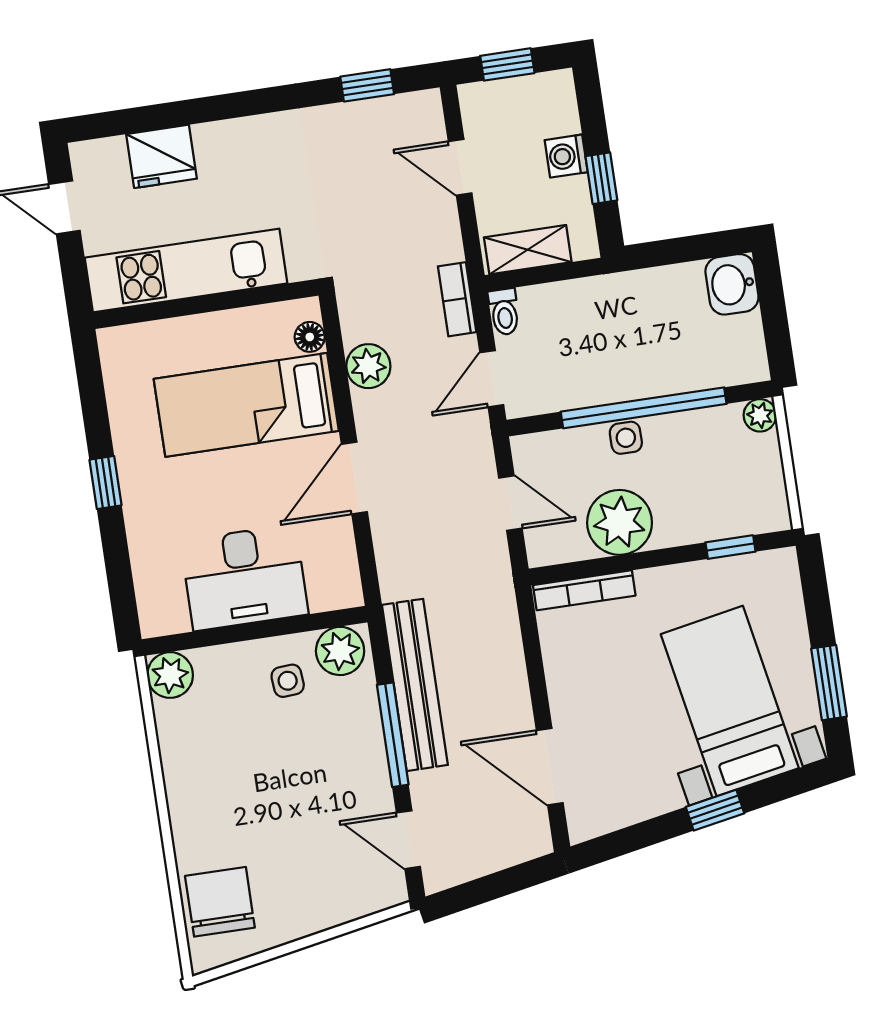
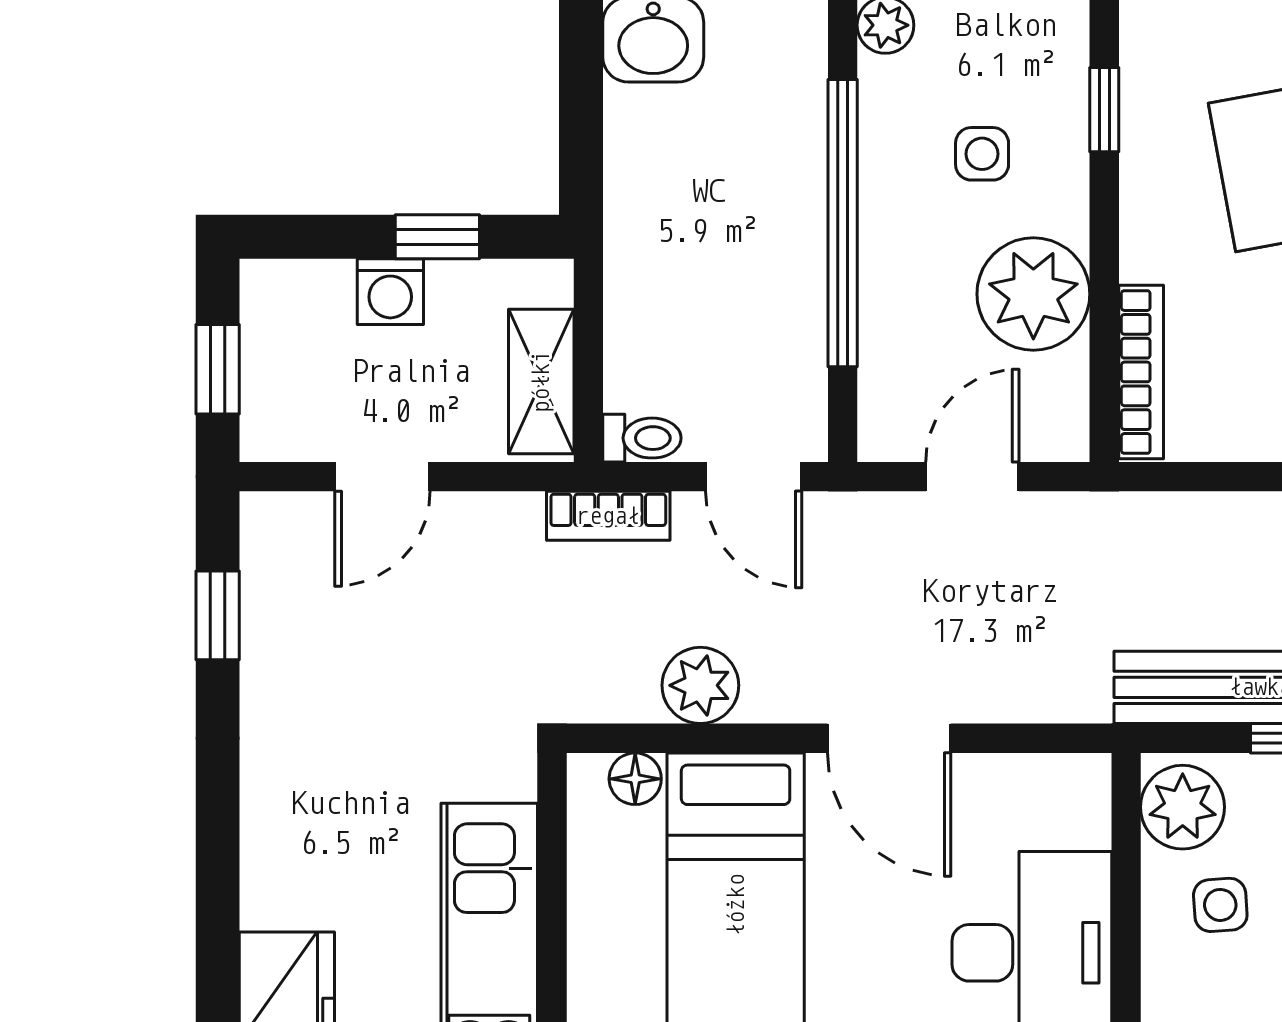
side table: (626, 438) -> (982, 154), moved

